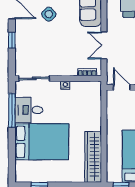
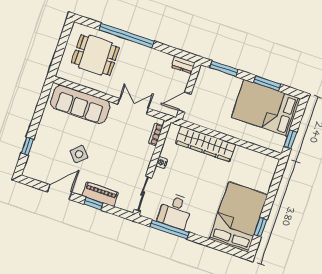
piano: (22, 43) -> (100, 194), added
double door: (104, 45) -> (133, 106), swing flipped
bed: (42, 142) -> (238, 217), moved
wardrobe: (93, 157) -> (206, 144), moved

